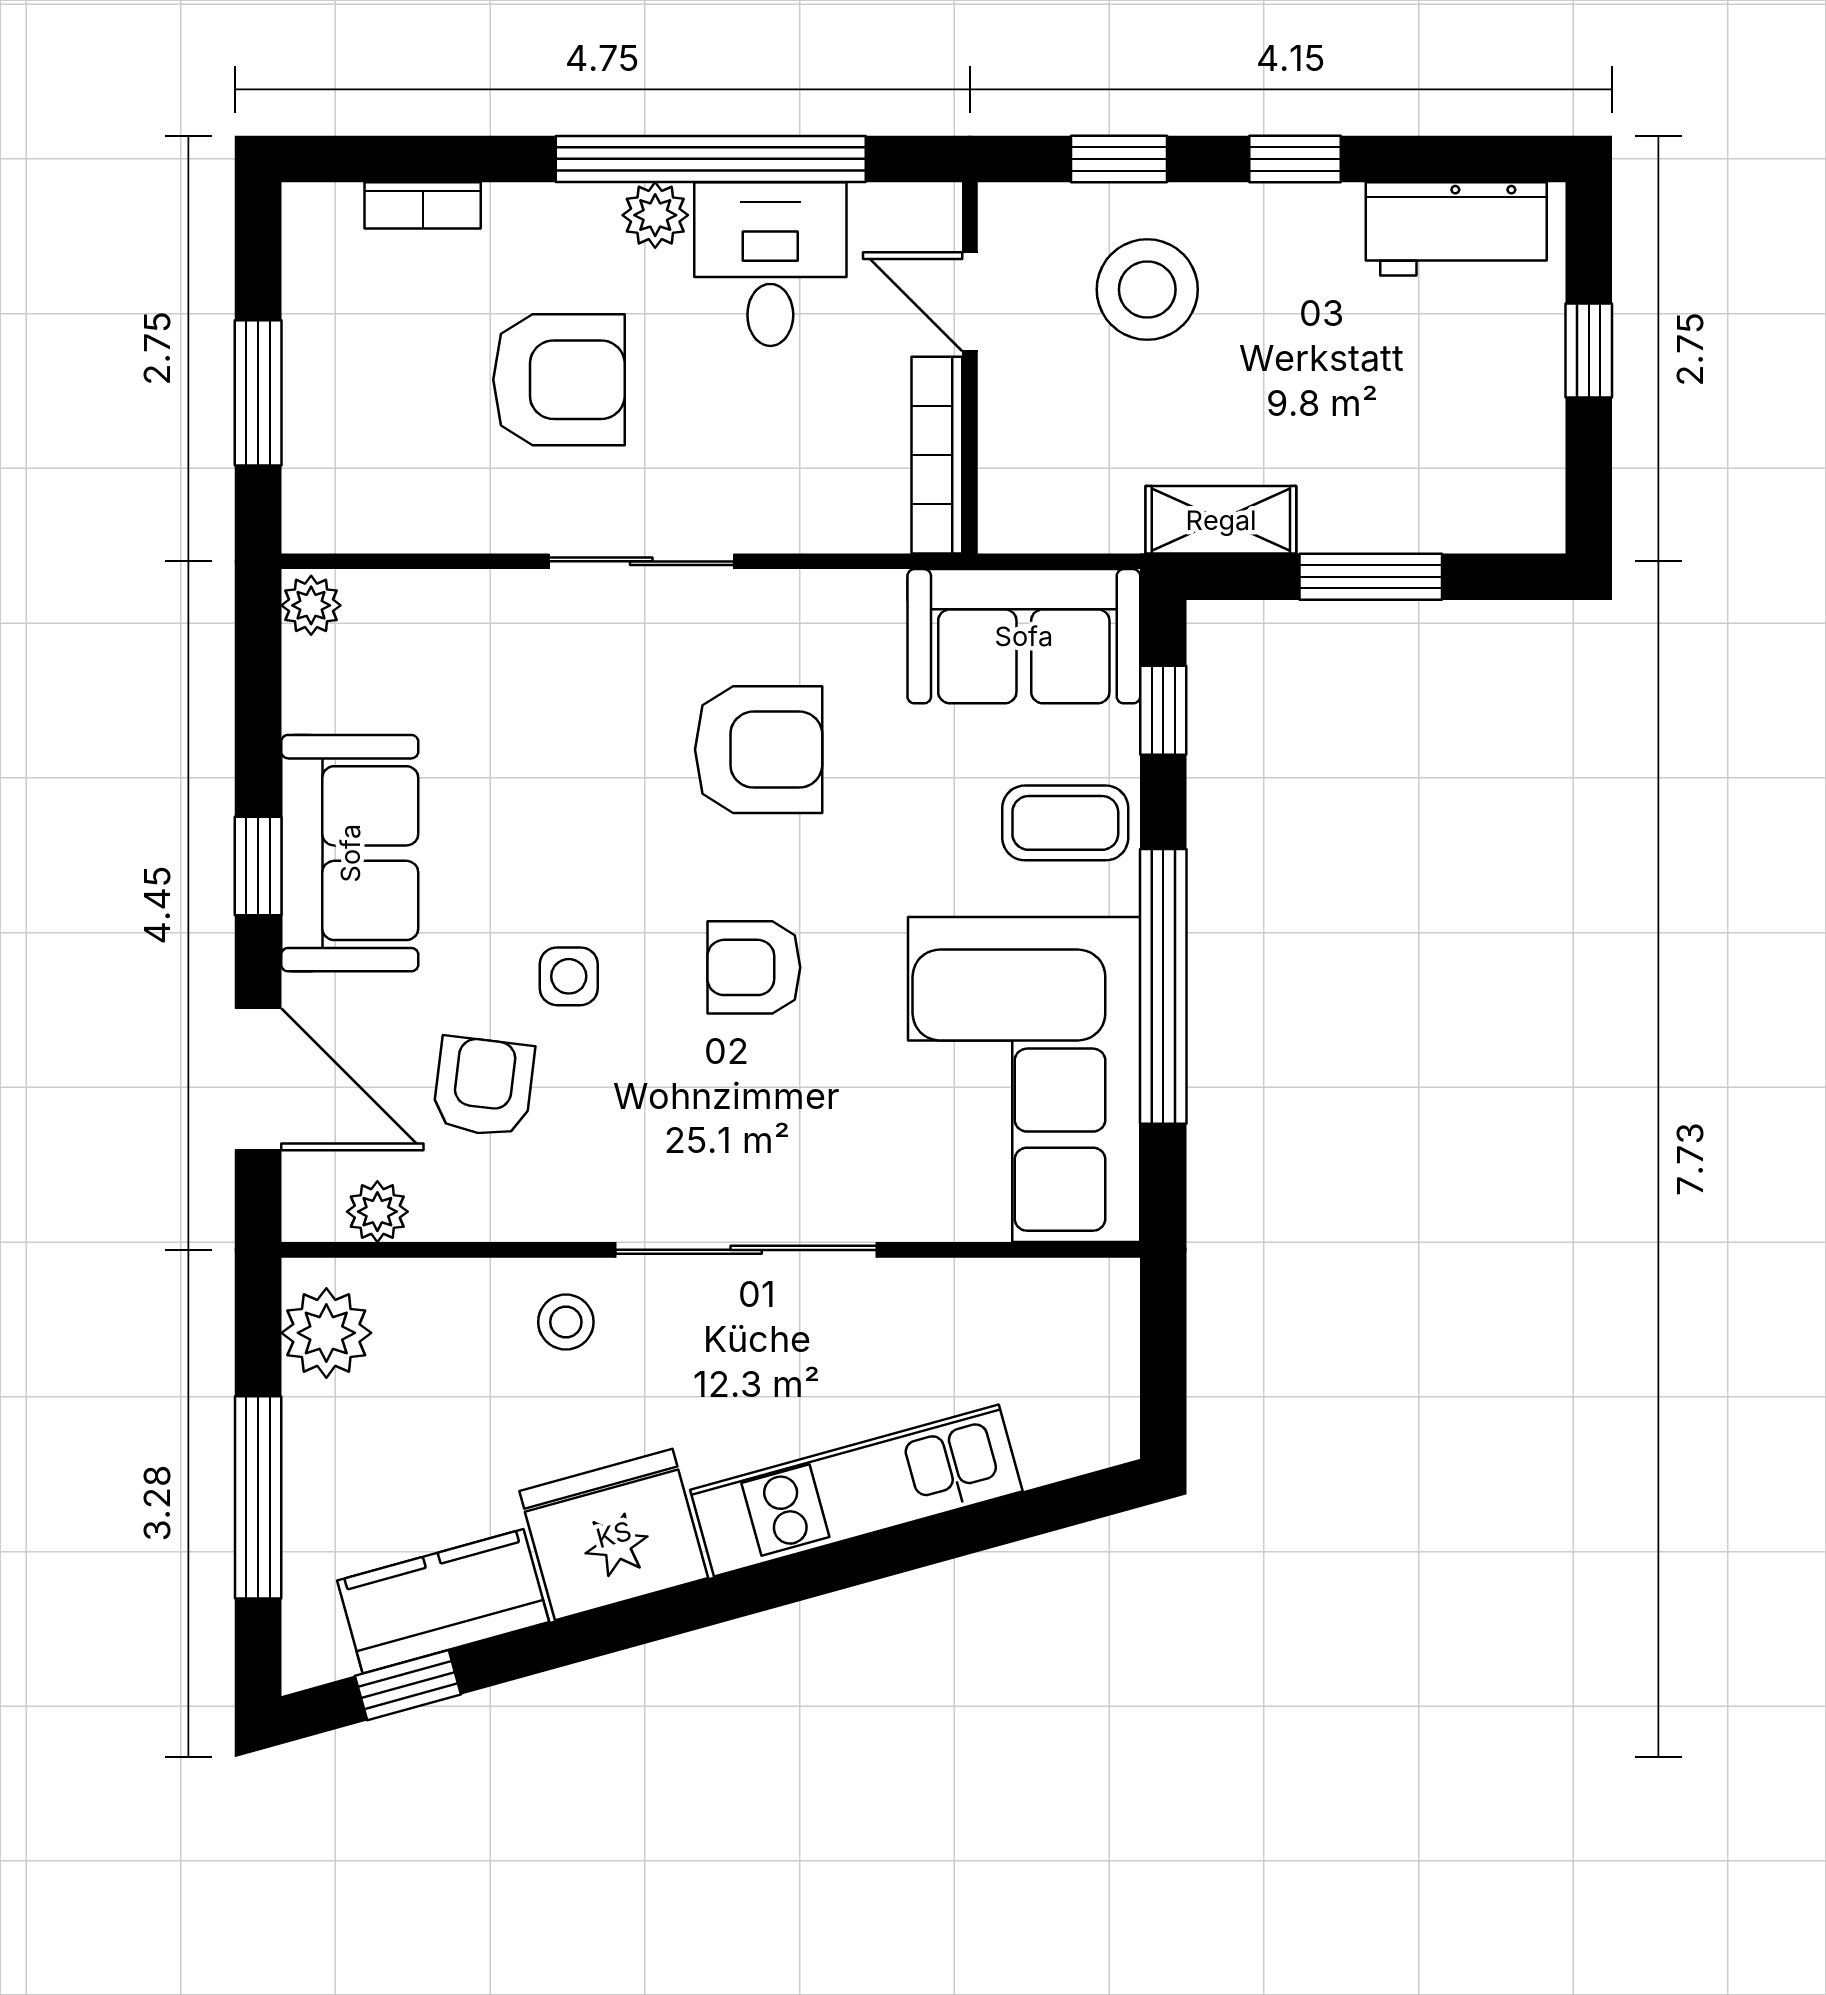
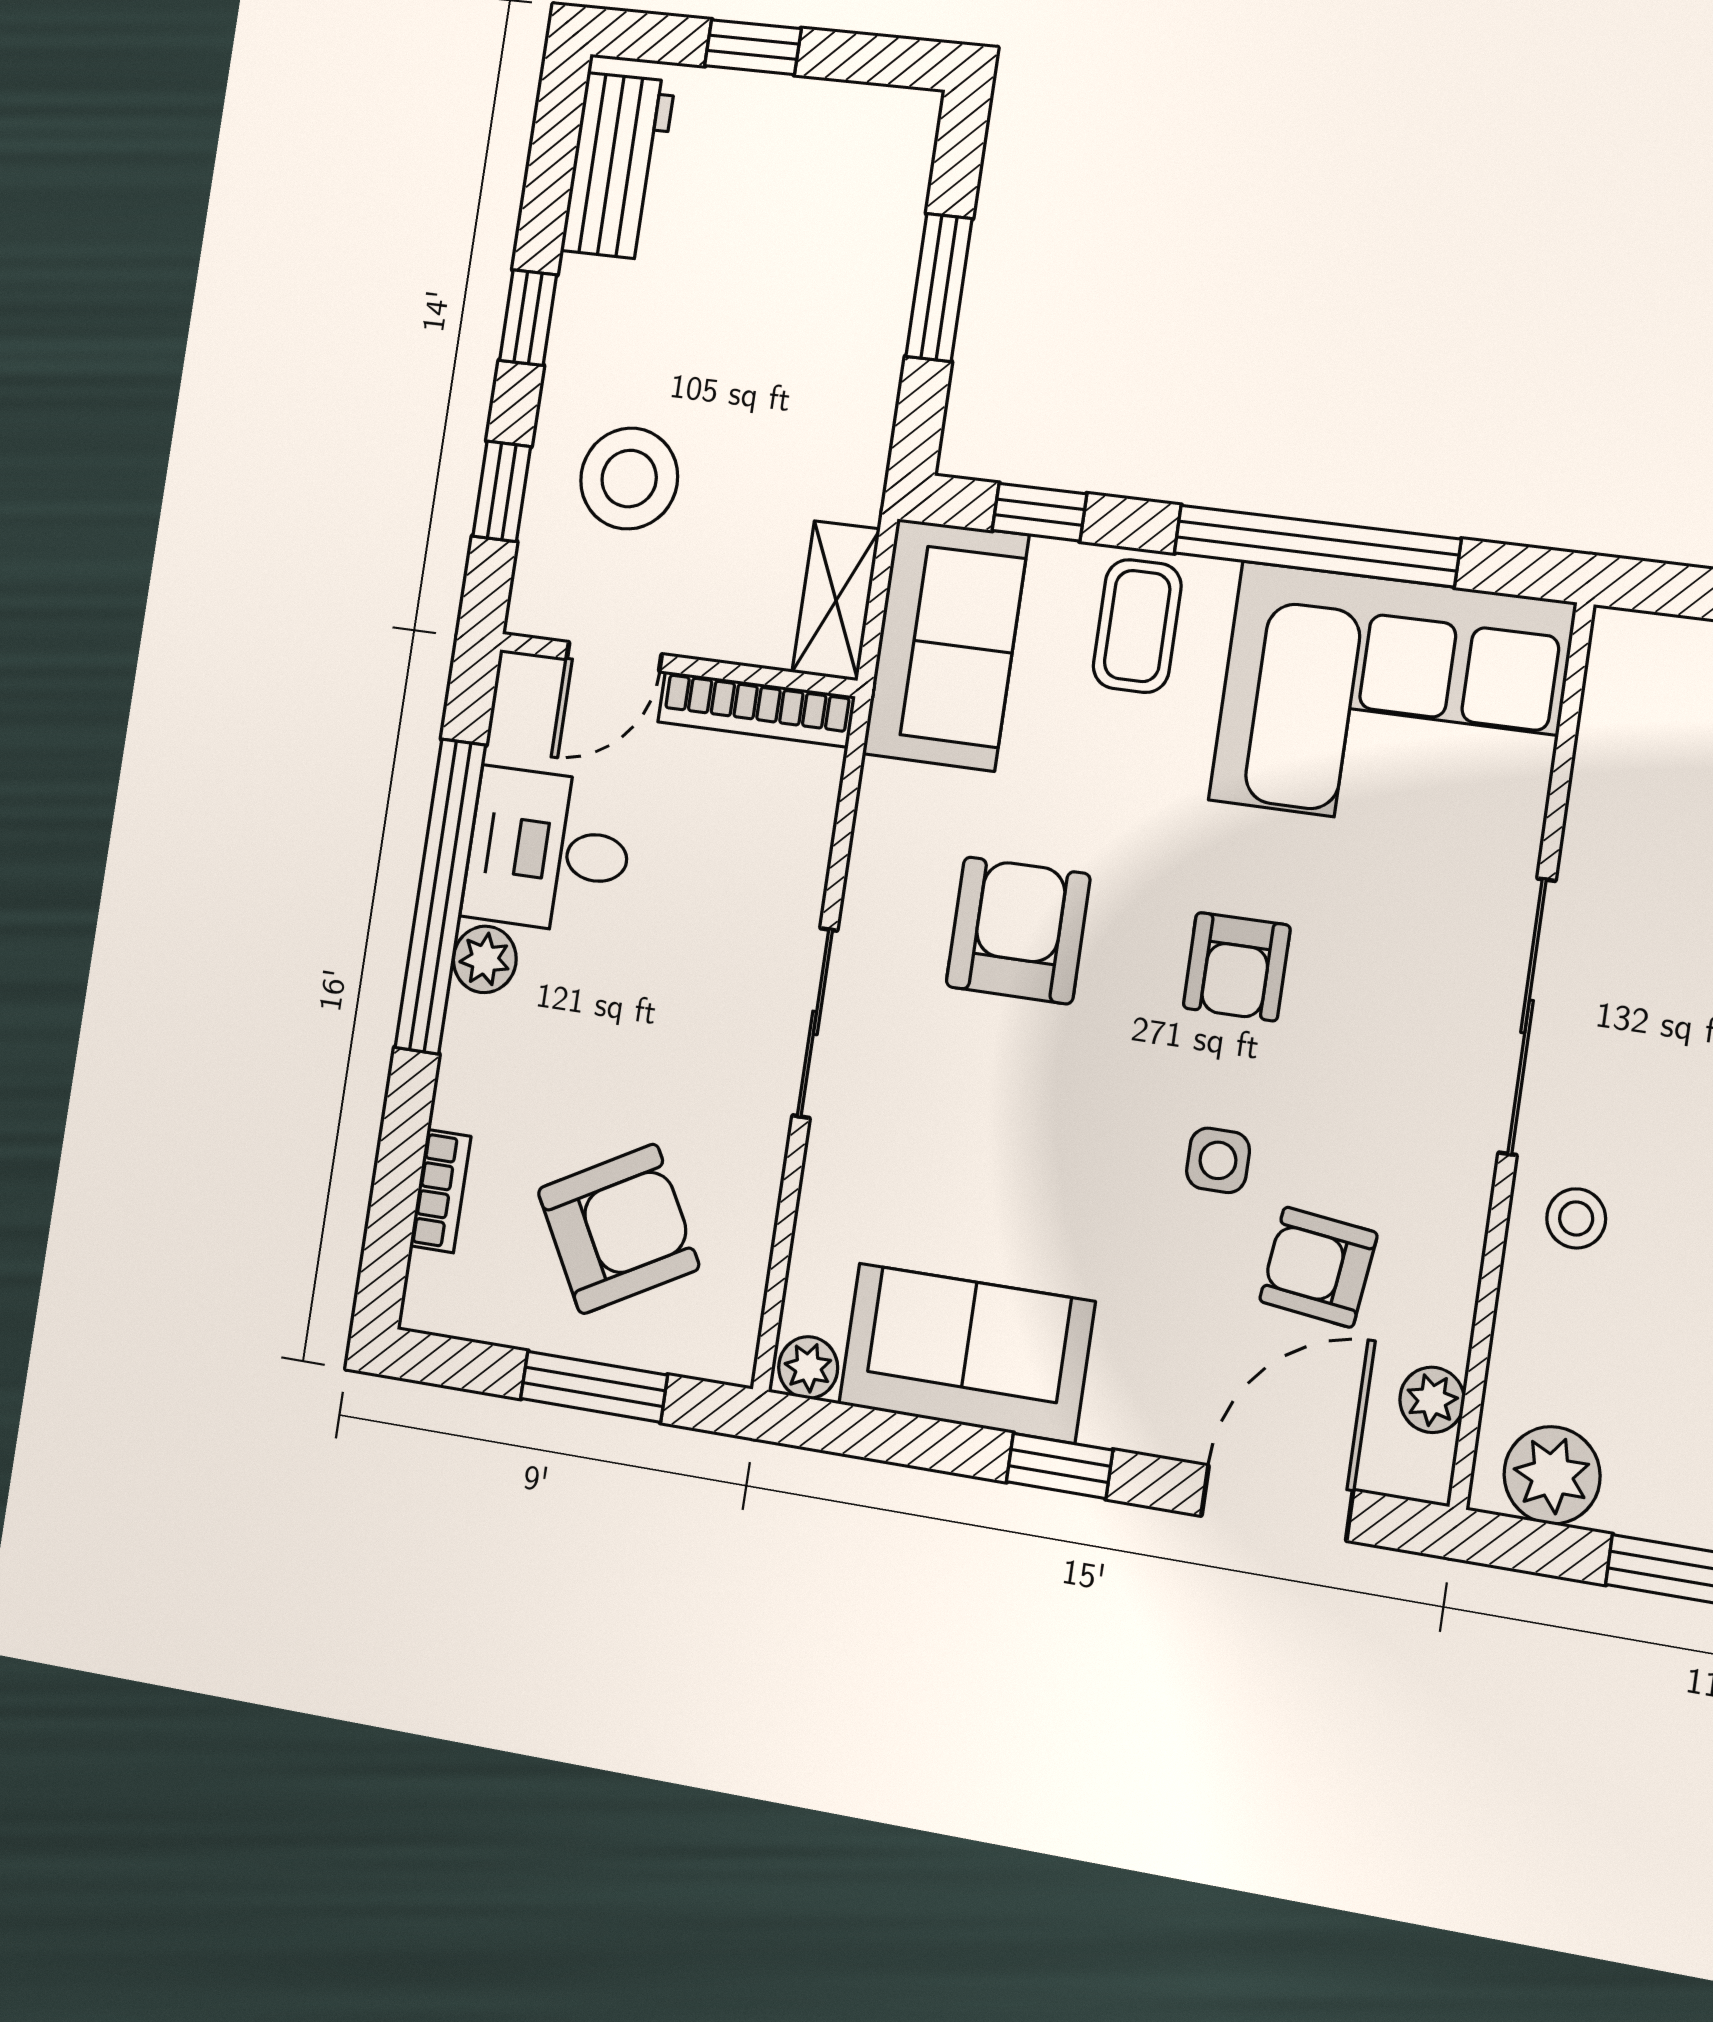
armchair: (559, 380) -> (618, 1229), moved, turned 61
shelving: (1221, 520) -> (836, 601), moved
sofa: (350, 853) -> (967, 1353), moved

